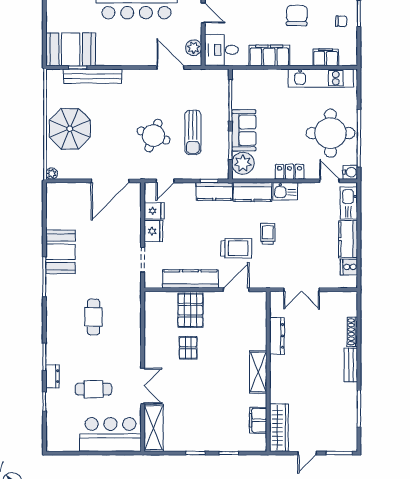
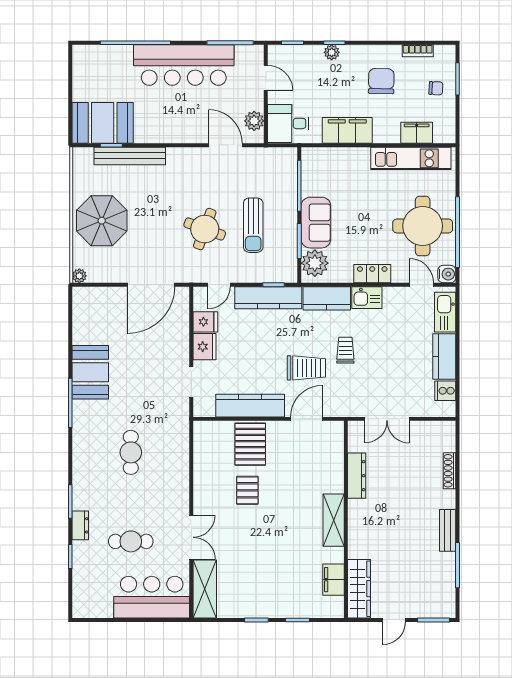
kitchen counter: (214, 191) -> (268, 298), width x1.50
bench: (351, 365) -> (448, 530), moved

